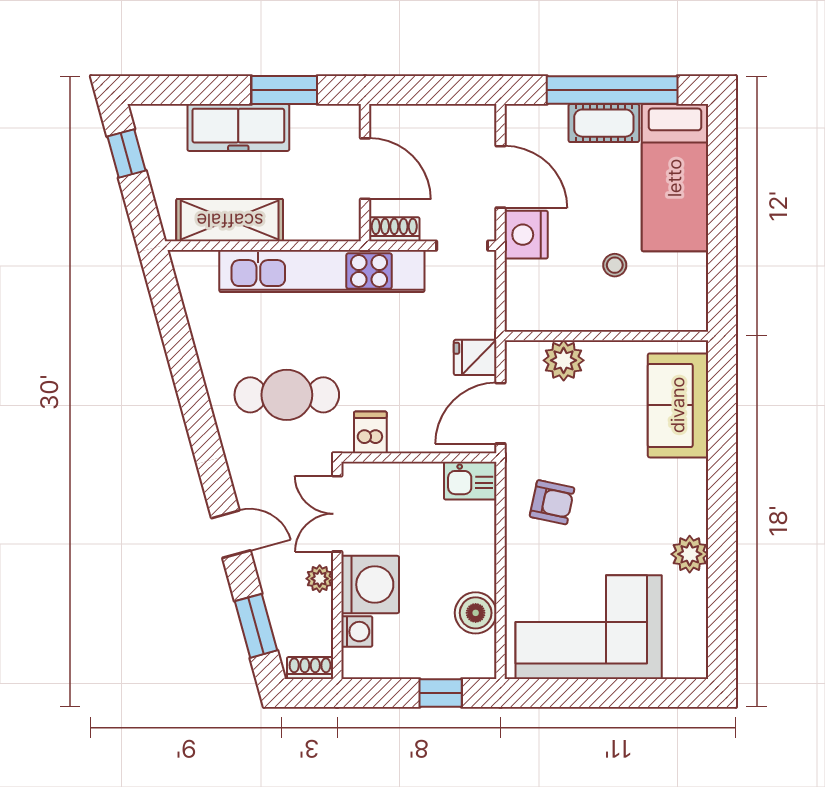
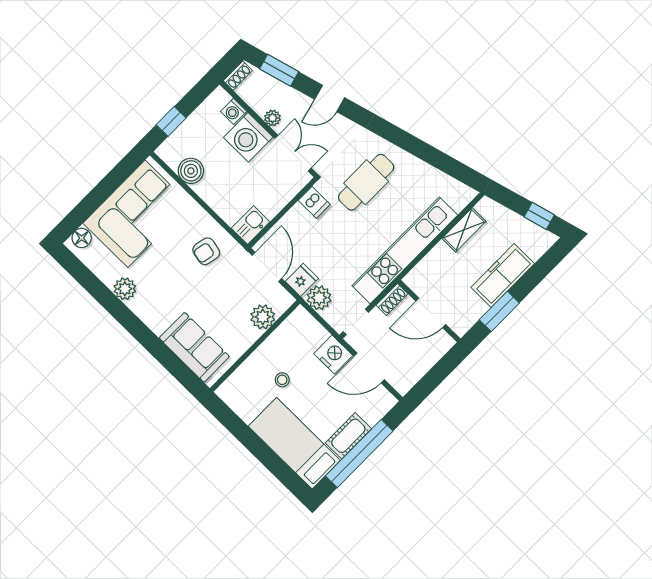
shelving: (230, 220) -> (464, 230), width x0.67, depth x0.75
plant: (476, 317) -> (319, 298), added
floor lamp: (680, 663) -> (82, 238), added

